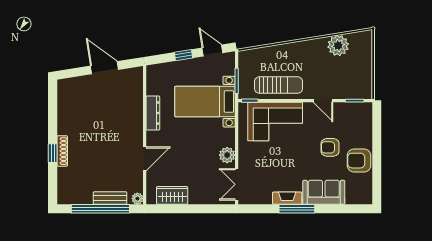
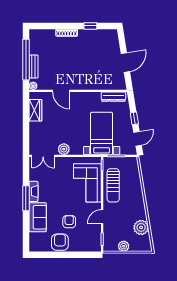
plant: (365, 70) -> (124, 246), added
dresser: (153, 113) -> (113, 97), moved
window: (53, 153) -> (90, 26), moved
double door: (237, 184) -> (43, 156), swing flipped

